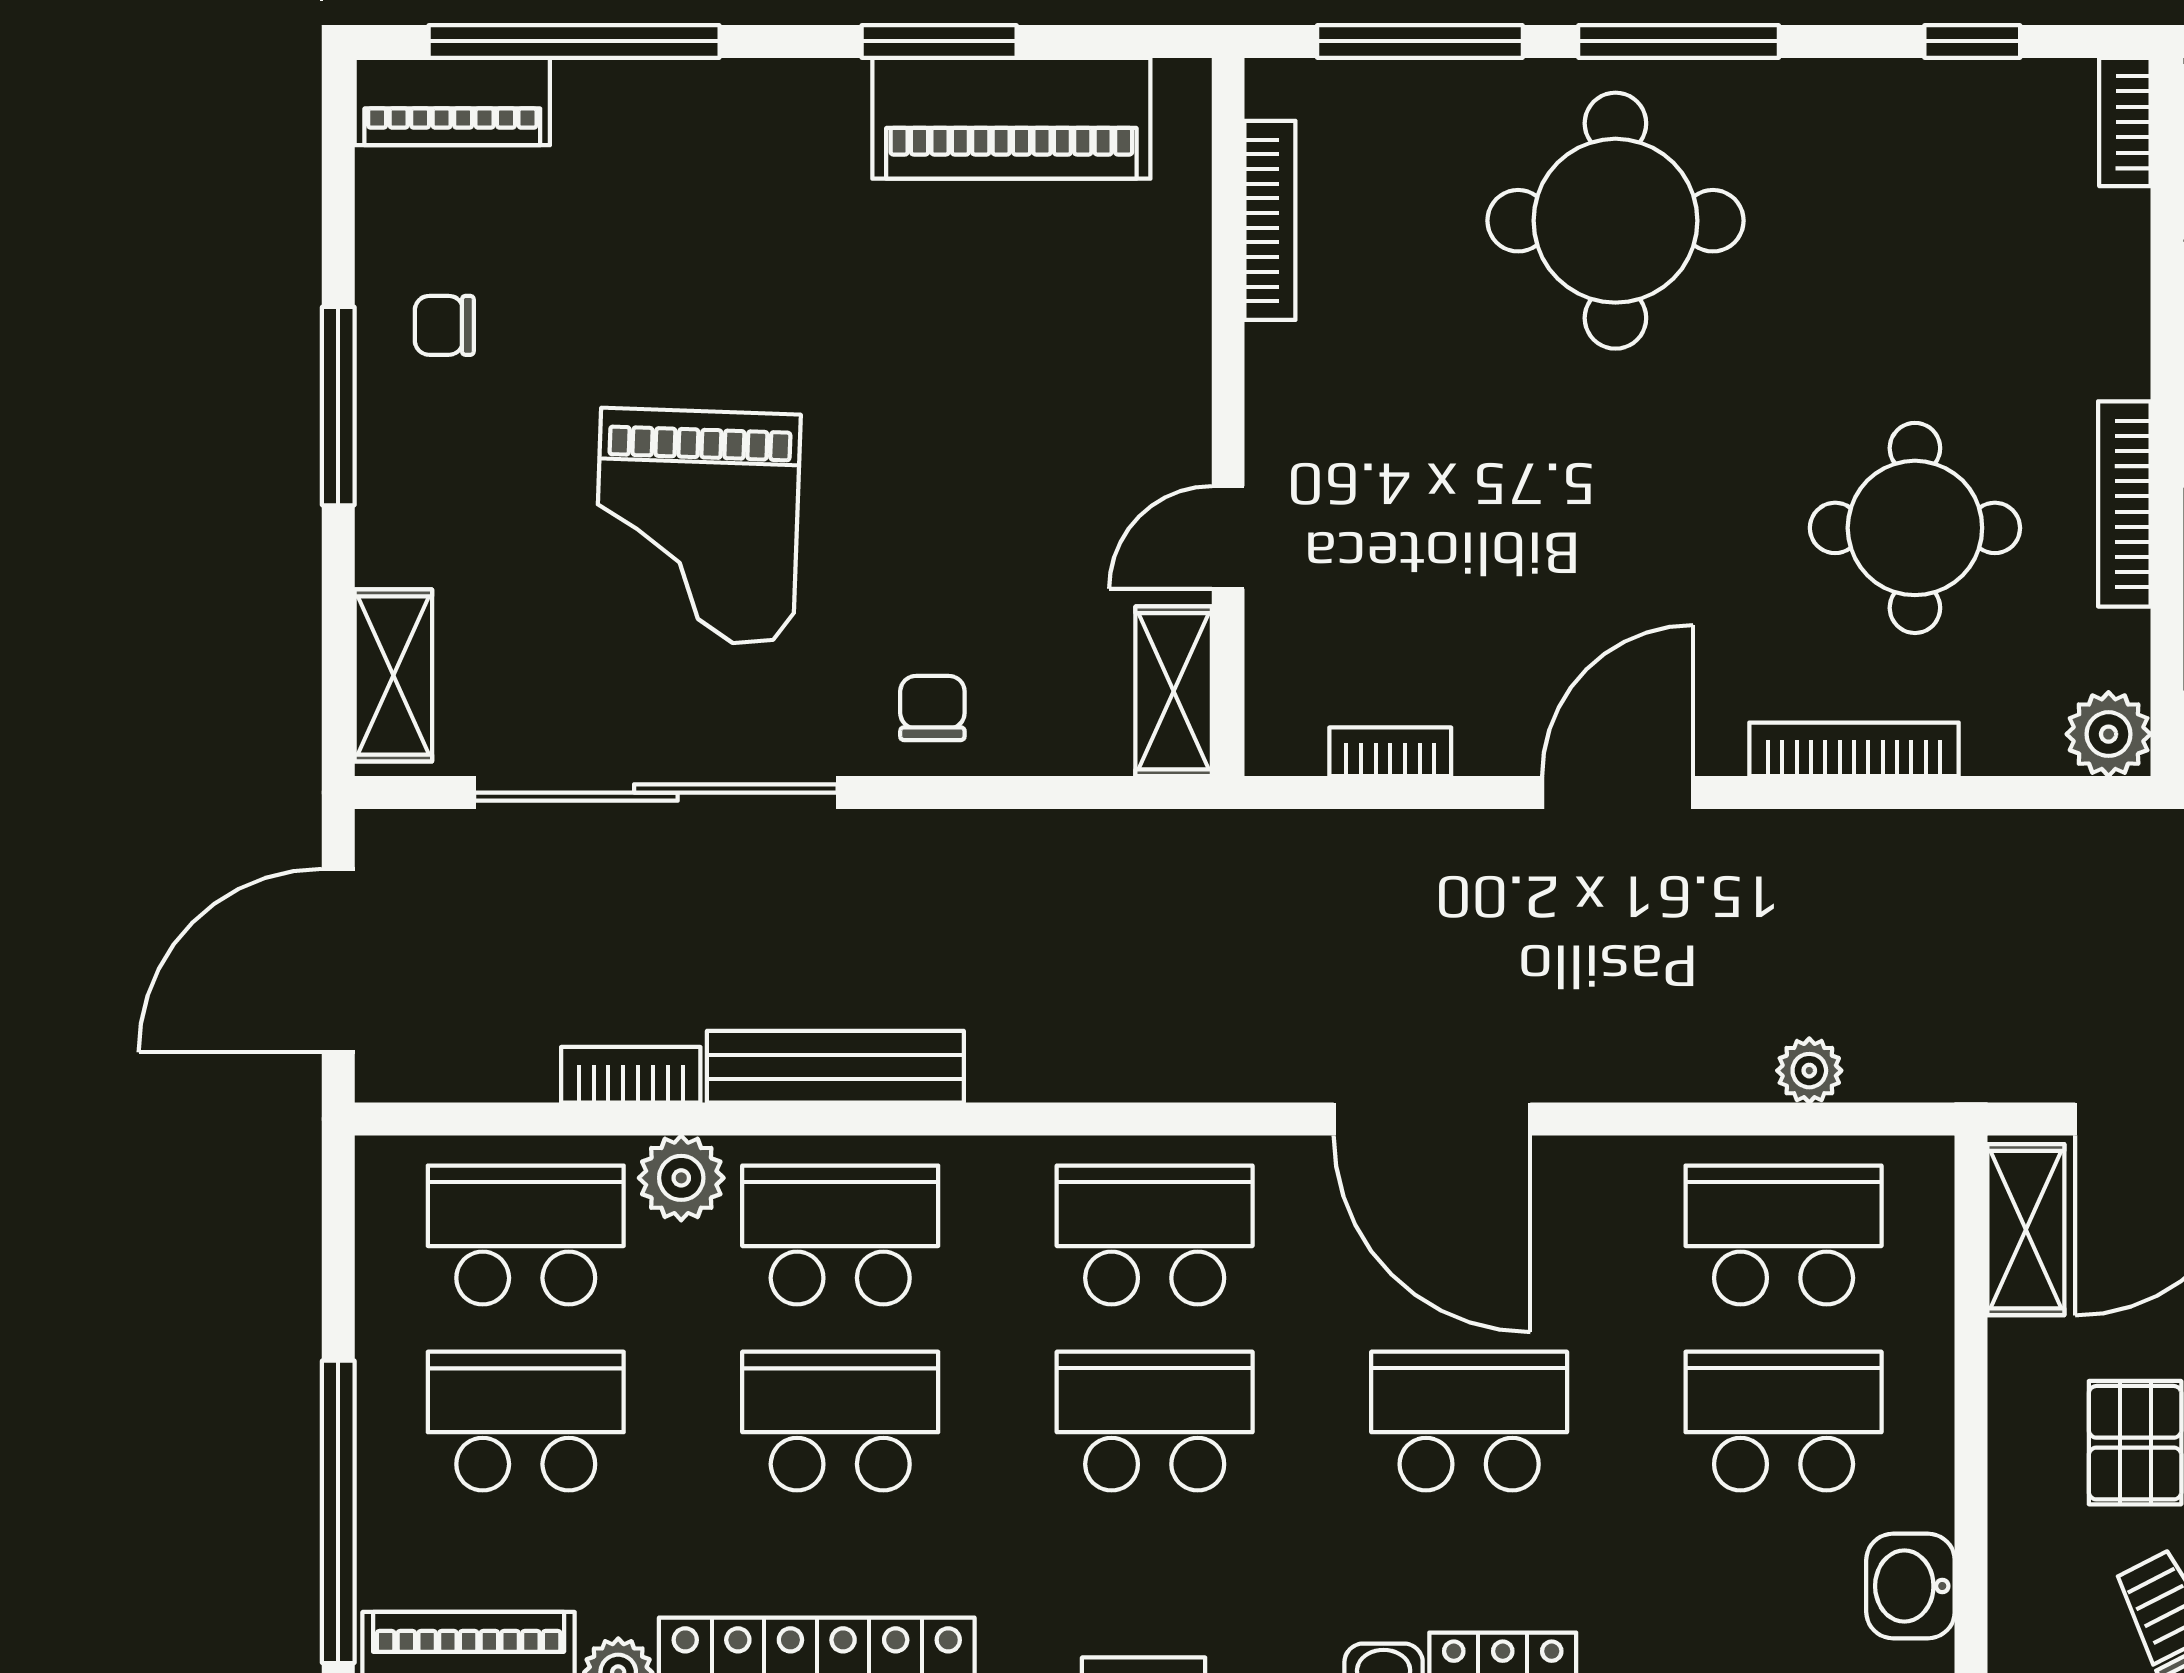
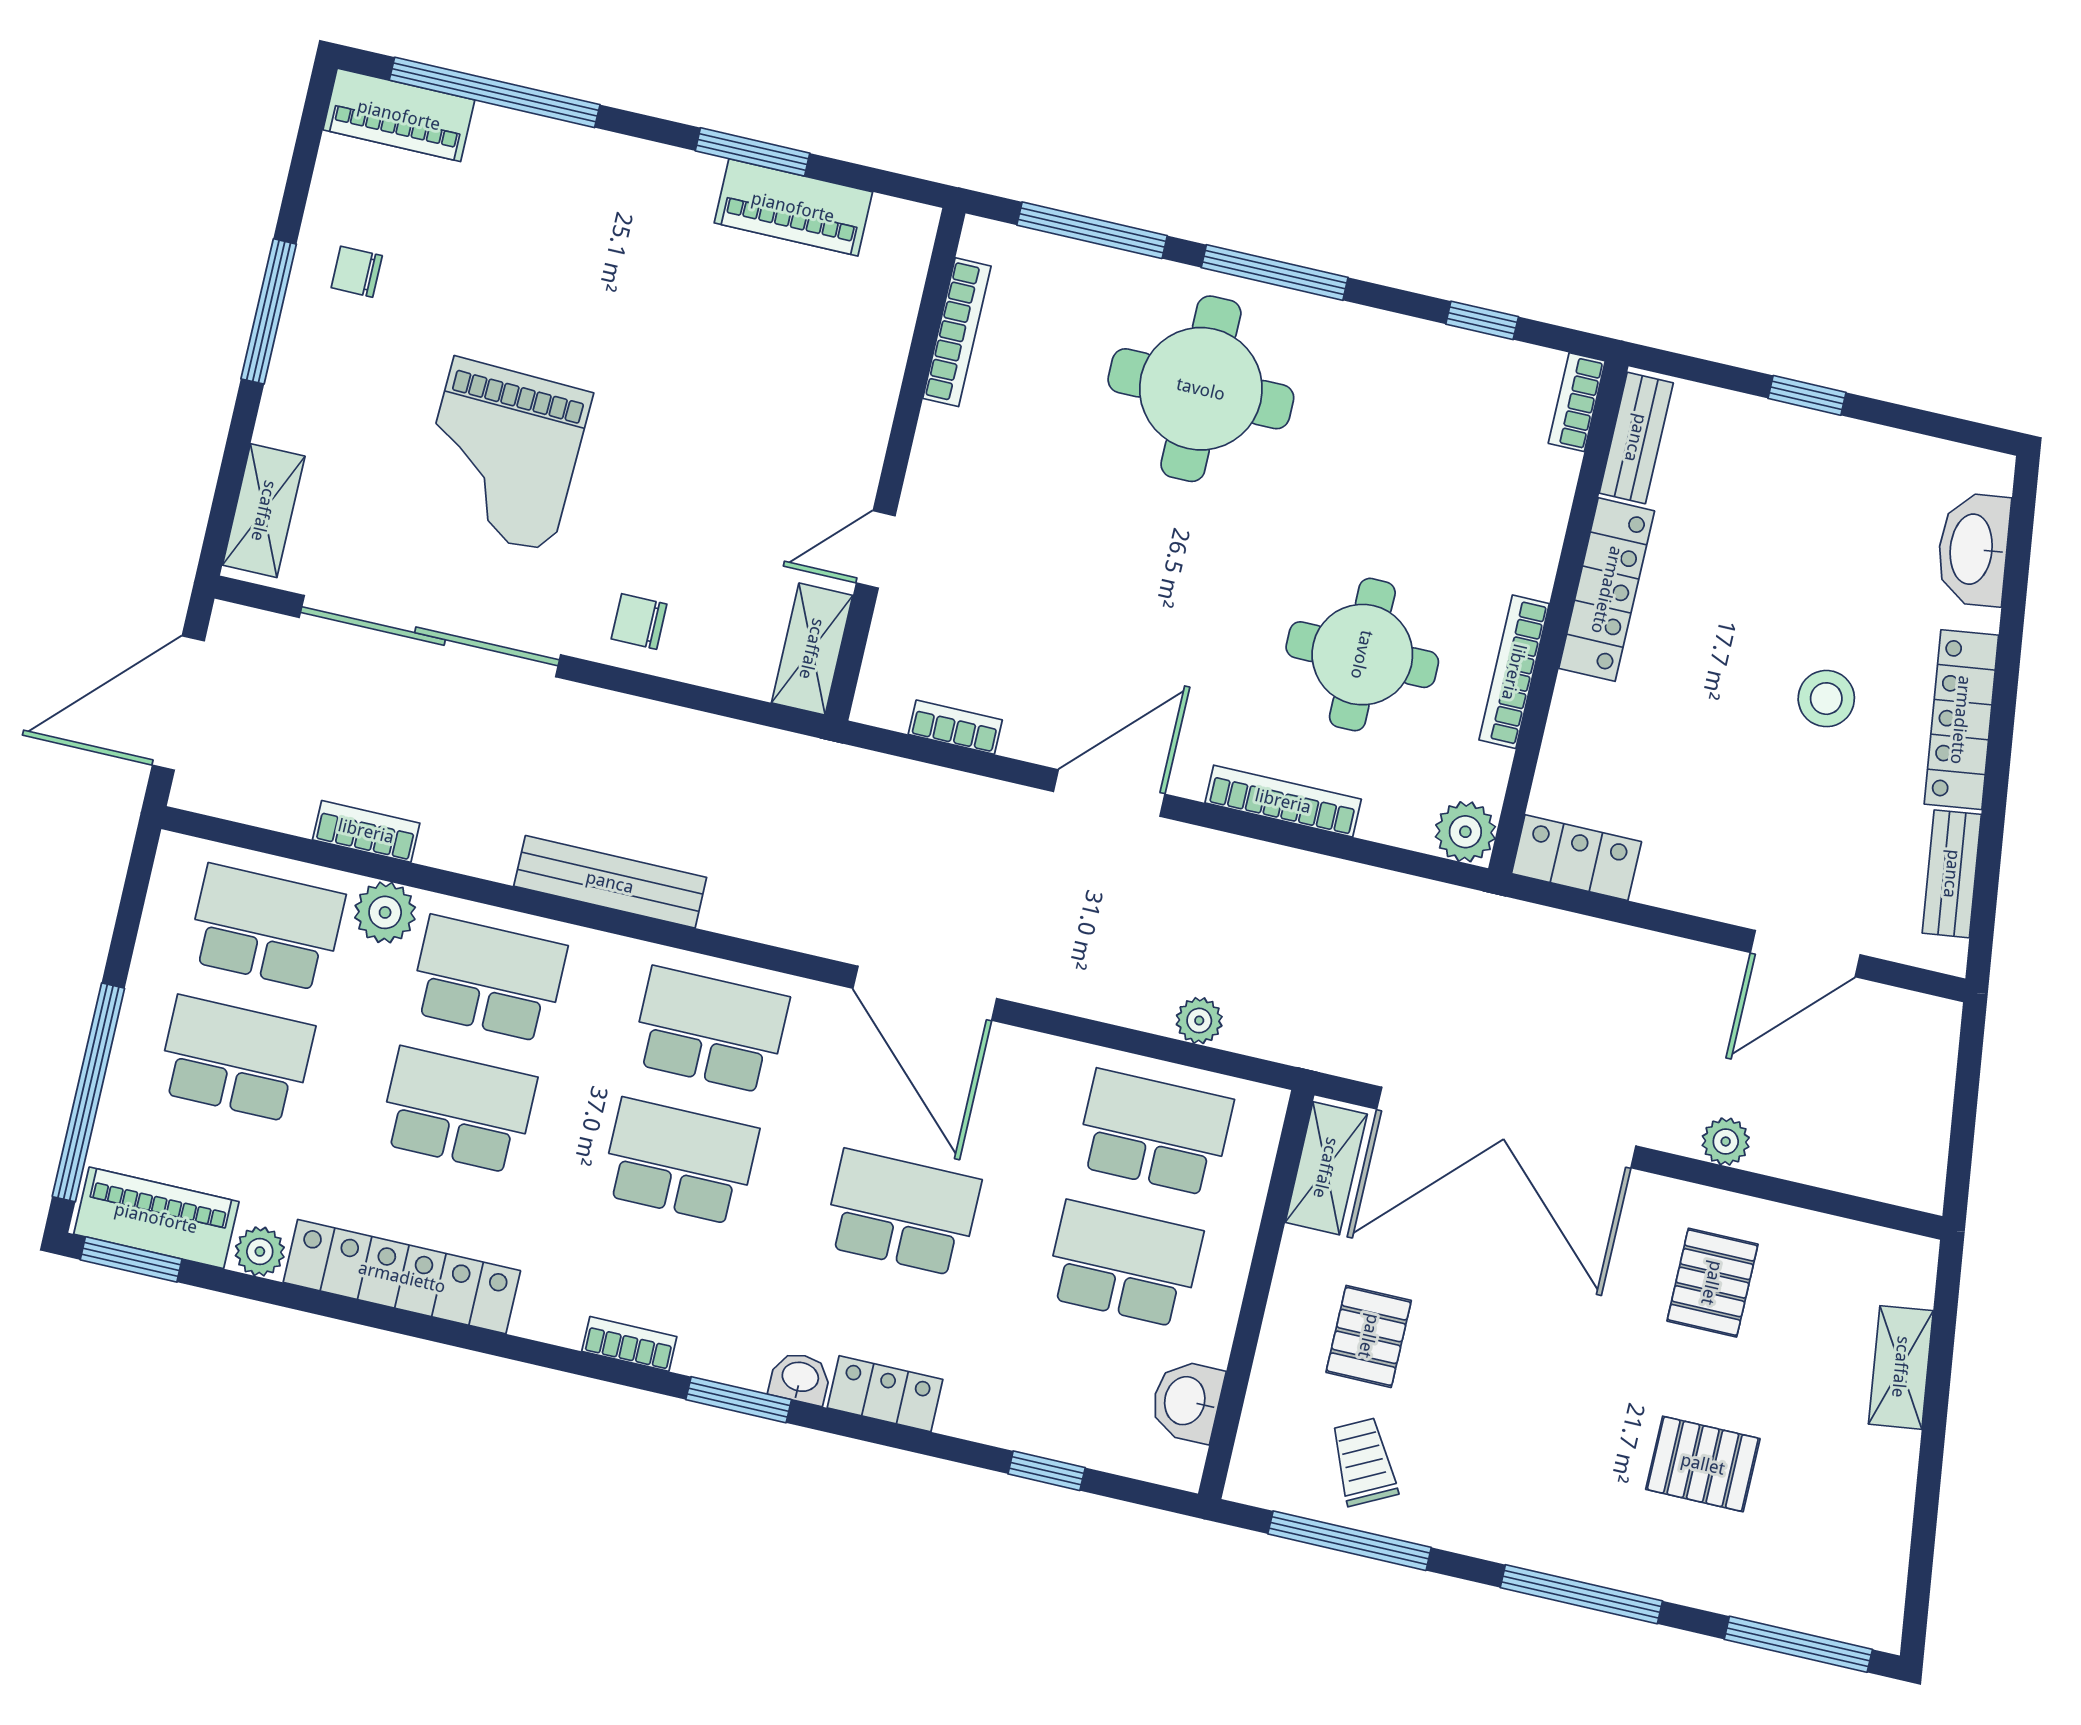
piano: (1011, 118) -> (793, 207), width x0.73, depth x0.75
chair: (932, 708) -> (639, 622), turned -90
bench: (835, 1067) -> (610, 882), moved

